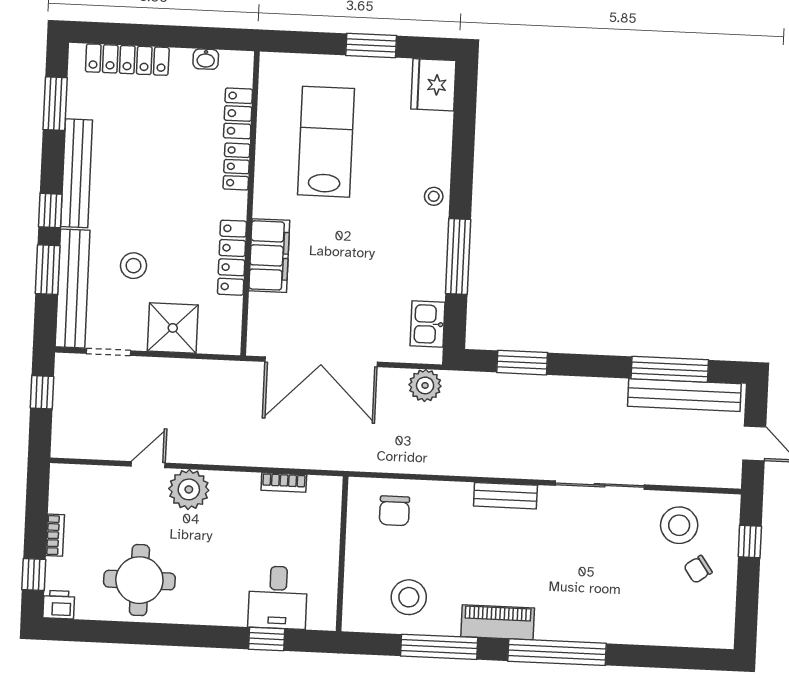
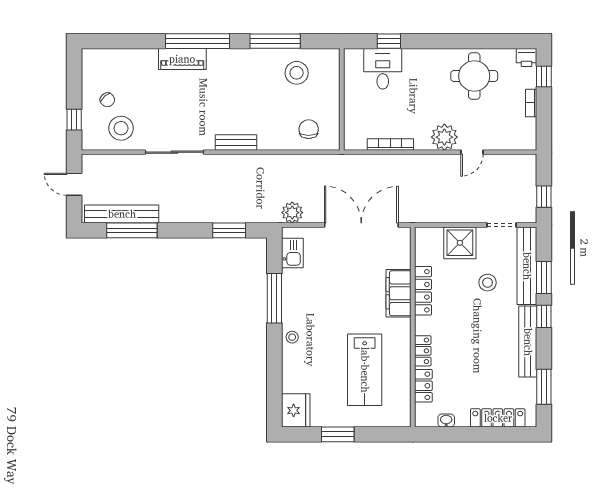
bookcase: (284, 483) -> (390, 144), width x1.56
chair: (698, 569) -> (107, 100), turned 83
piano: (498, 622) -> (182, 59), moved

